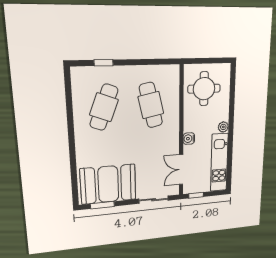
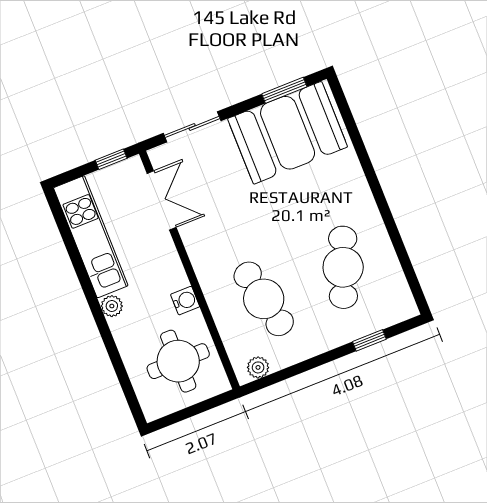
plant: (167, 70) -> (258, 367), added
water cooler: (189, 139) -> (185, 301), moved

